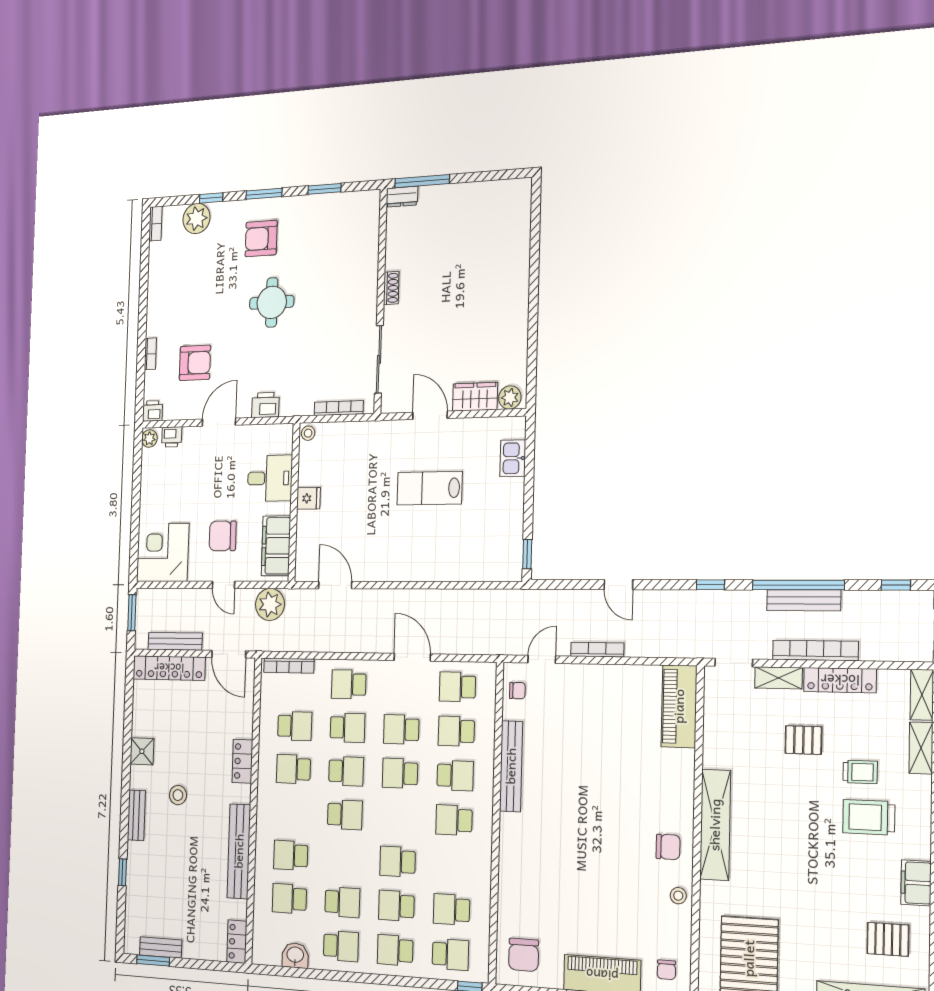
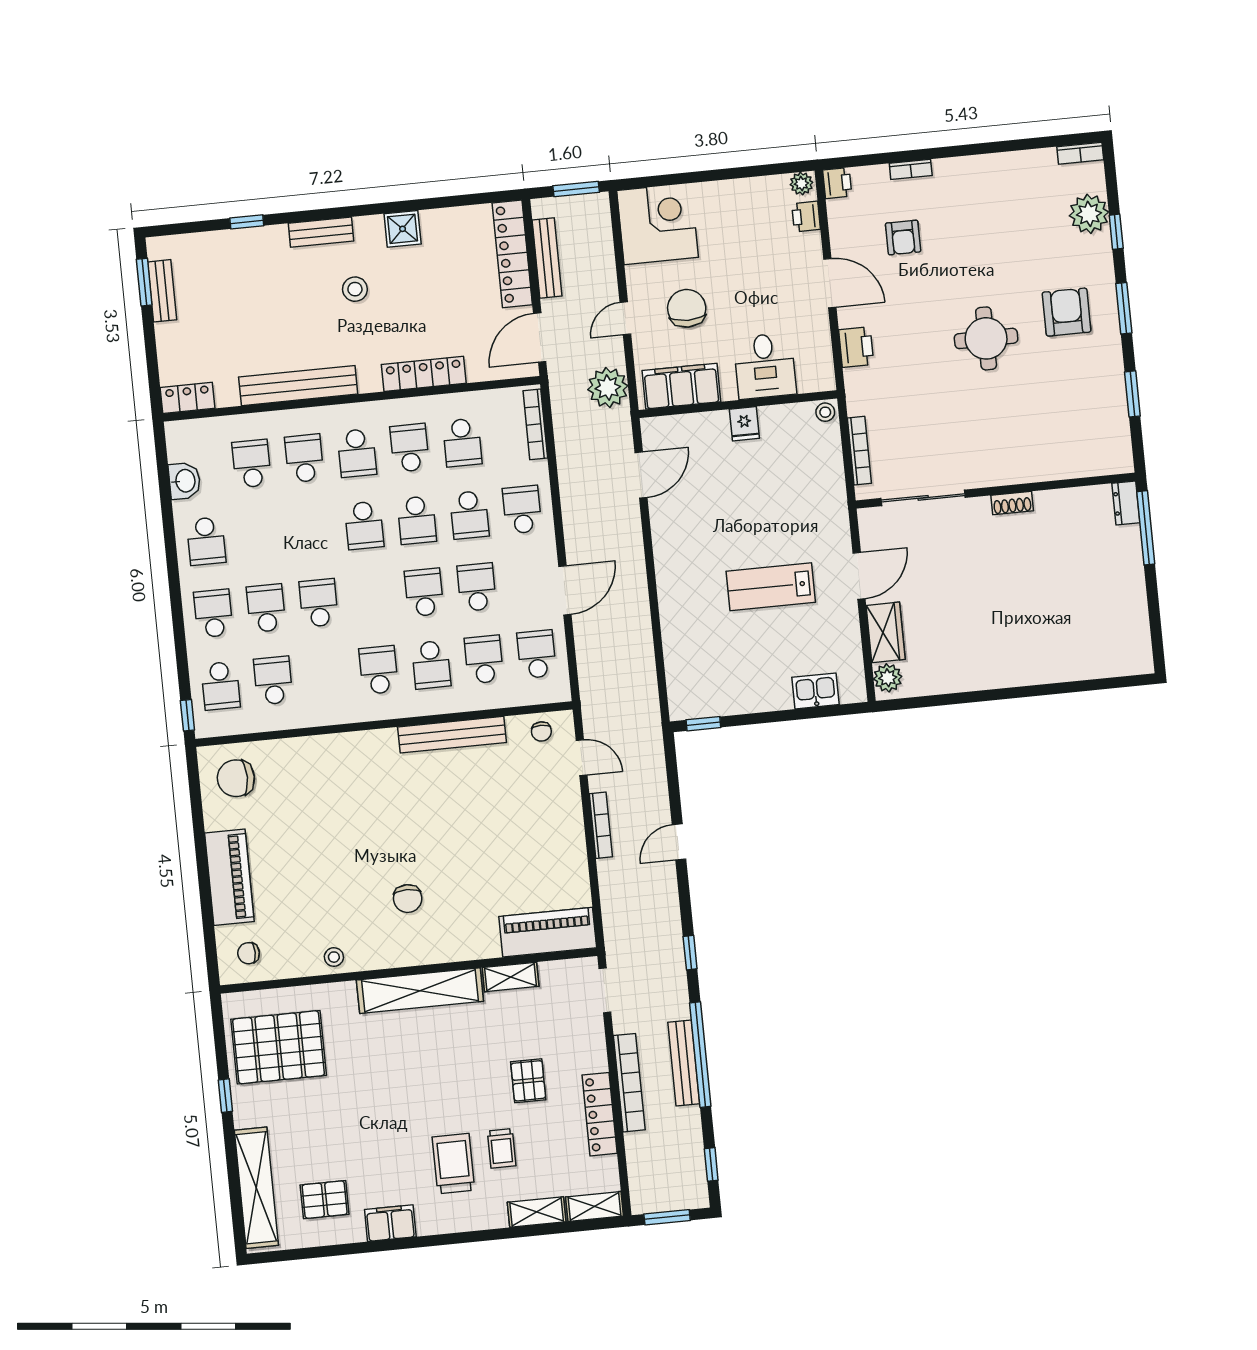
armchair: (195, 363) -> (903, 238), width x0.72, depth x0.72
lab bench: (430, 488) -> (771, 587), turned -90
shelving: (778, 678) -> (511, 977), moved, turned 90
locker: (242, 761) -> (424, 374), width x1.53
chair: (668, 847) -> (408, 899), moved
school desk: (342, 902) -> (357, 453), moved
pallet: (888, 939) -> (325, 1200), turned 90

